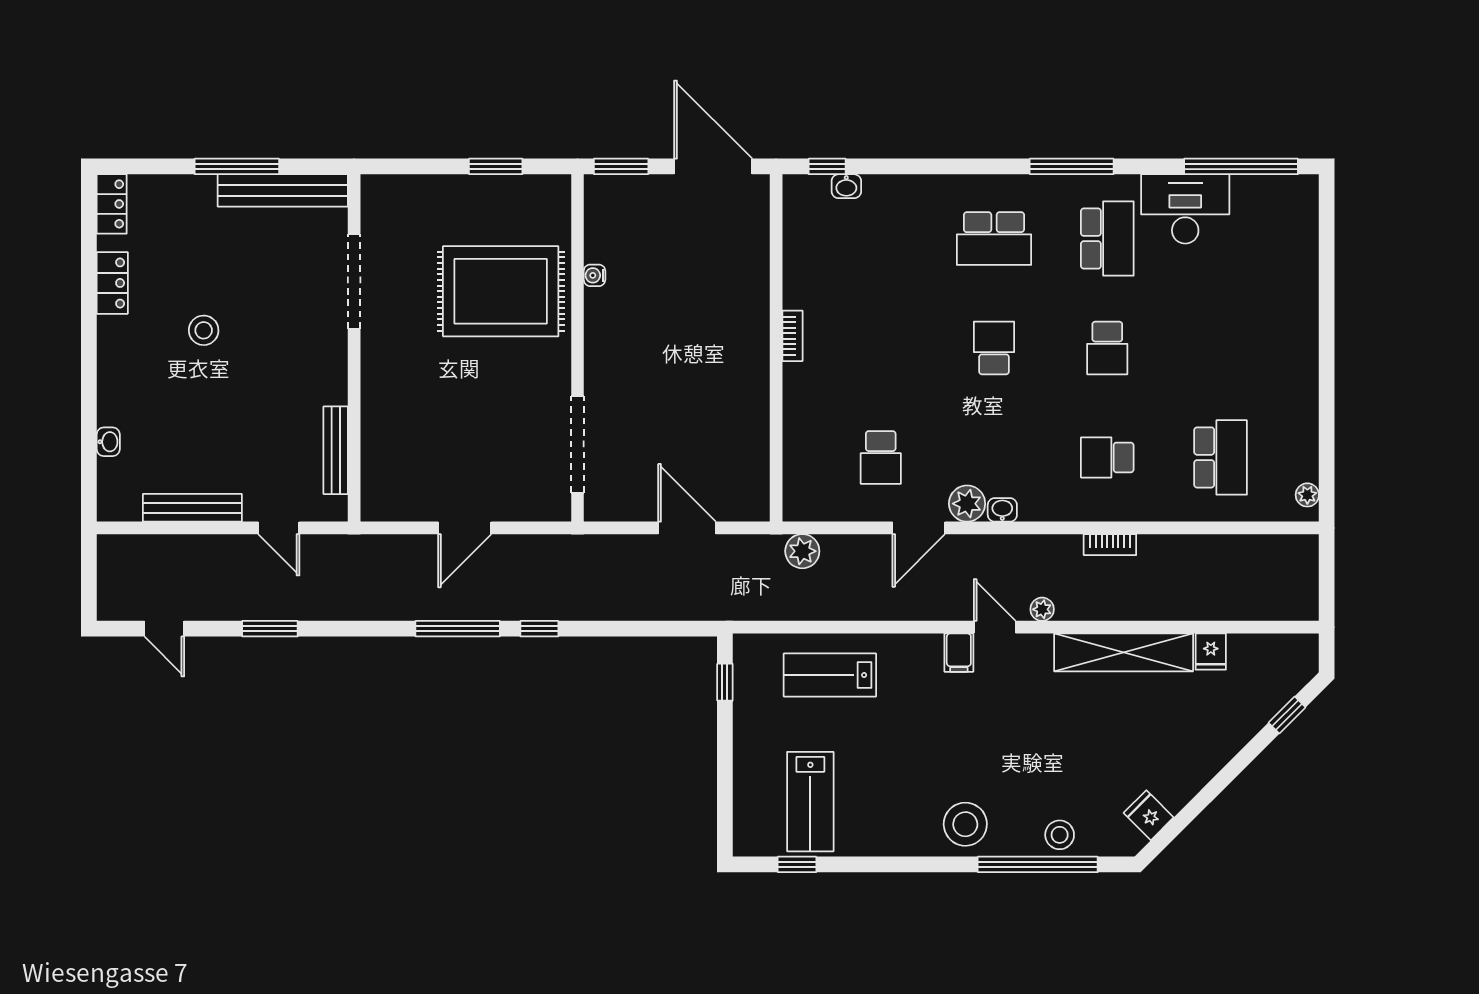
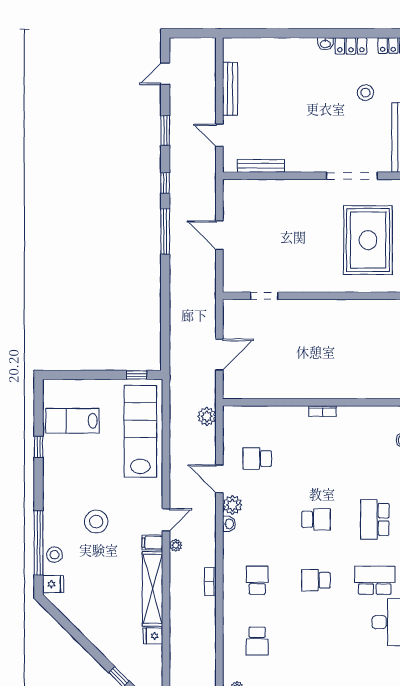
school desk: (1107, 239) -> (375, 580), turned 180
water cooler: (595, 275) -> (355, 305), removed
rug: (501, 291) -> (368, 240), moved
stool: (204, 330) -> (365, 93), moved
washbasin: (108, 442) -> (325, 44), moved
doorway: (578, 444) -> (264, 296), width x0.53
school desk: (1221, 457) -> (257, 641), width x0.54
door: (279, 528) -> (219, 135), hinge flipped
window: (539, 629) -> (165, 183), moved
filing cabinet: (959, 653) -> (152, 543), moved
lab bench: (830, 675) -> (140, 431), width x1.86, depth x1.39
fridge: (1149, 815) -> (53, 584), moved, turned 45
stool: (965, 824) -> (96, 522), moved
window: (797, 864) -> (39, 447), moved

